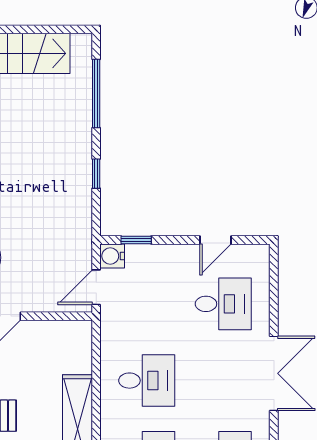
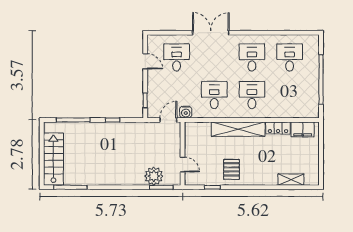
water cooler: (112, 256) -> (186, 112), moved
door: (96, 287) -> (168, 120), swing flipped

